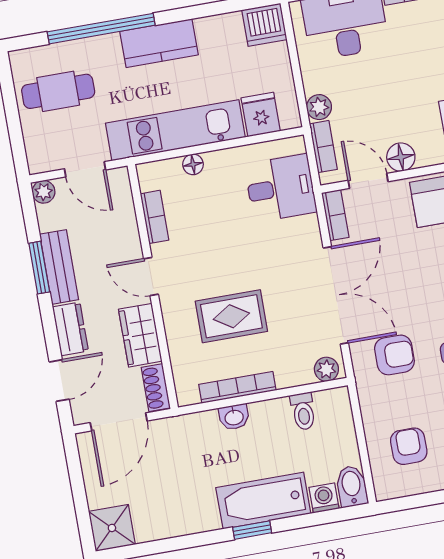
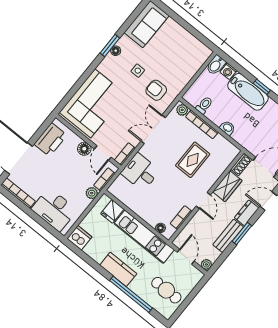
floor lamp: (193, 164) -> (160, 228), moved
desk: (281, 188) -> (140, 172), moved
window: (39, 268) -> (242, 234), moved
double door: (336, 295) -> (153, 129), width x0.73
rug: (231, 316) -> (193, 160), turned 90
bookcase: (237, 387) -> (202, 124), moved
armchair: (409, 446) -> (184, 57), removed

